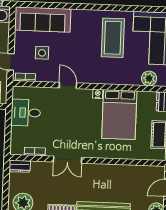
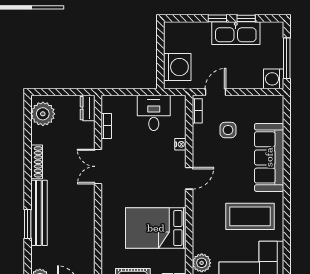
sofa: (43, 19) -> (269, 157), moved
door: (68, 85) -> (189, 178), moved
nightstand: (98, 94) -> (180, 144), moved

